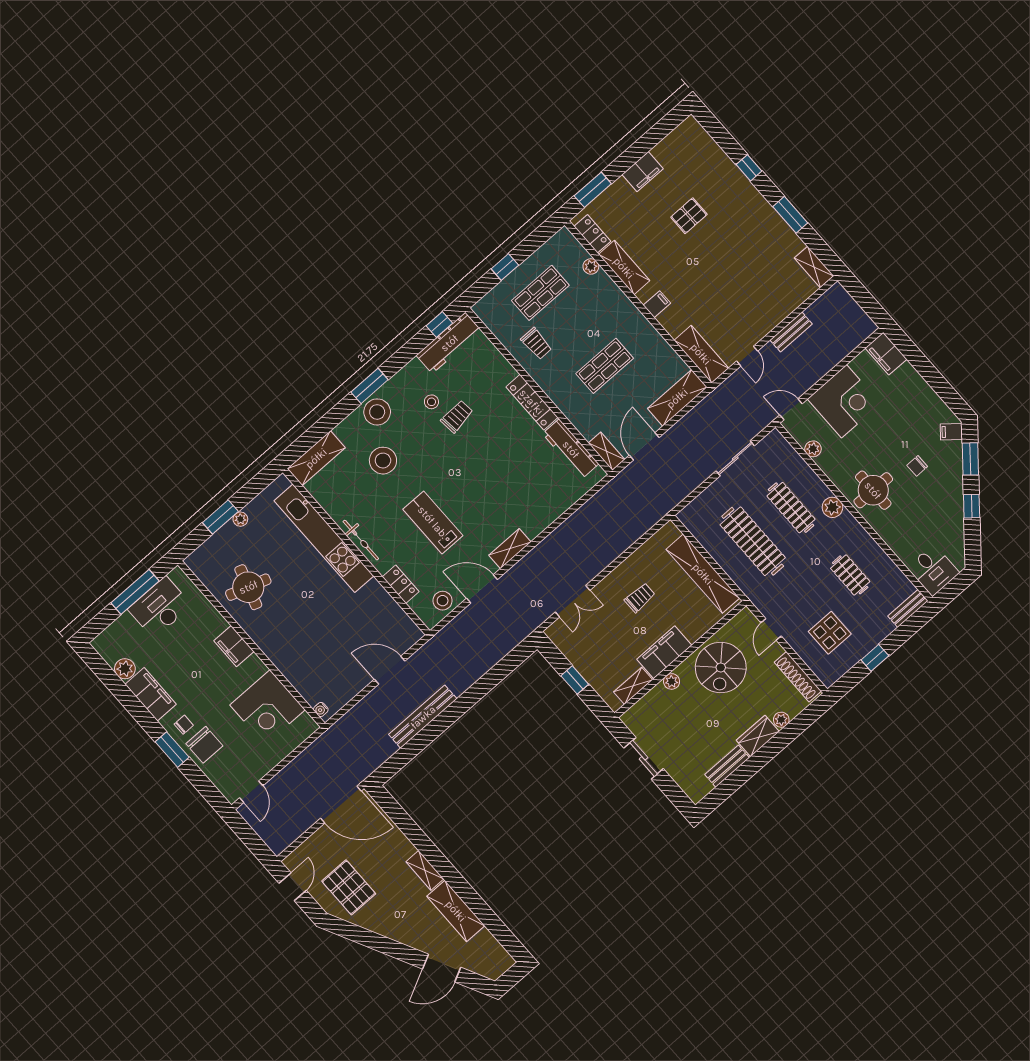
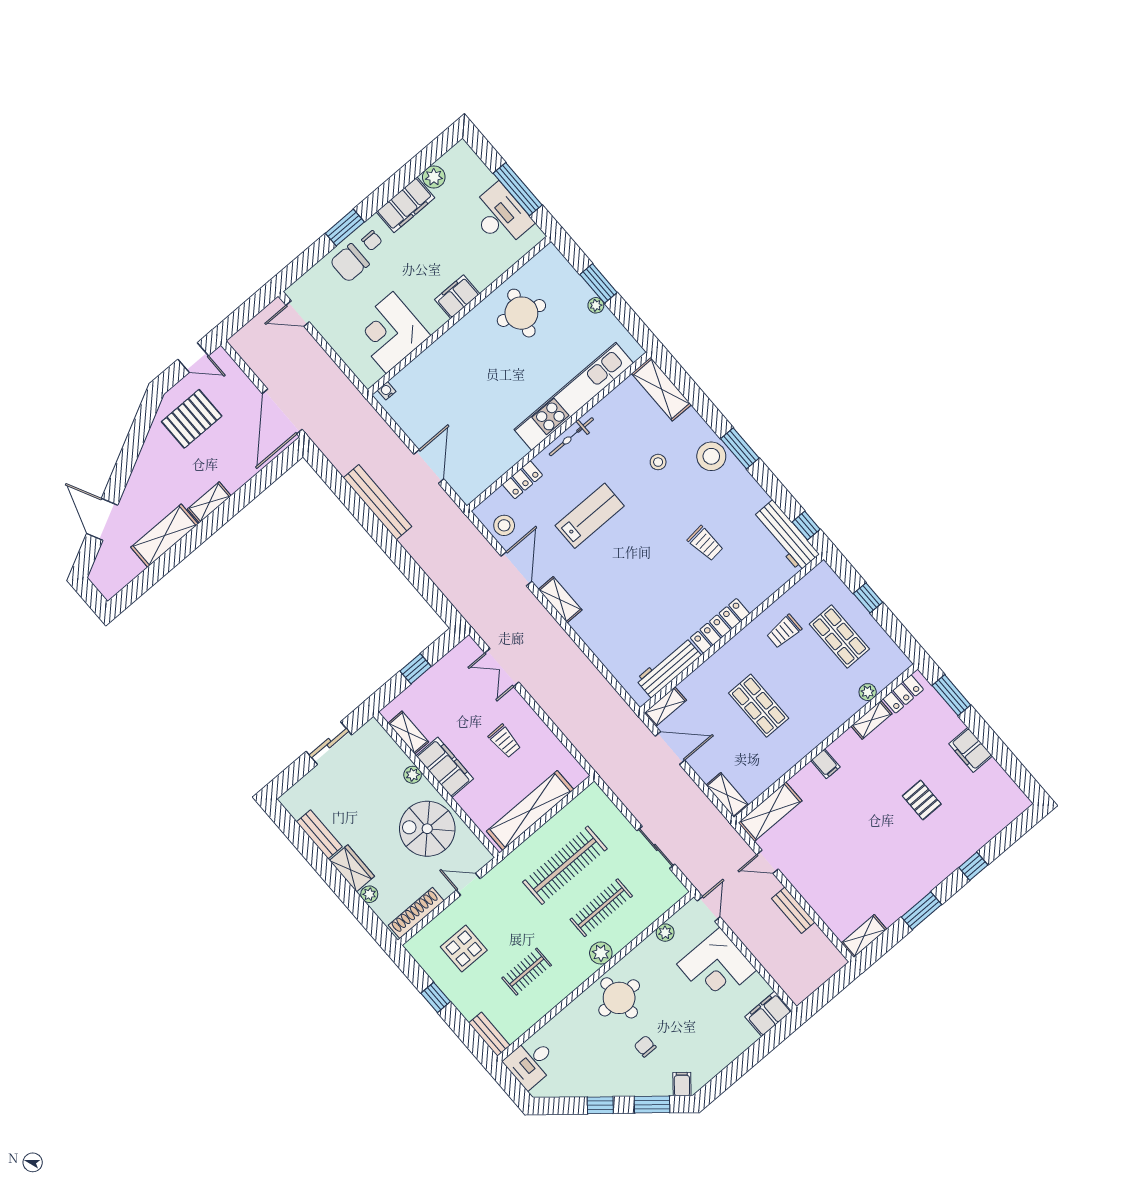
shelving: (624, 268) -> (872, 720), width x0.67, depth x0.75
shelving: (677, 398) -> (727, 795), width x0.67, depth x0.75
stool: (431, 402) -> (722, 516), removed
stool: (383, 461) -> (658, 462), width x0.53, depth x0.53

